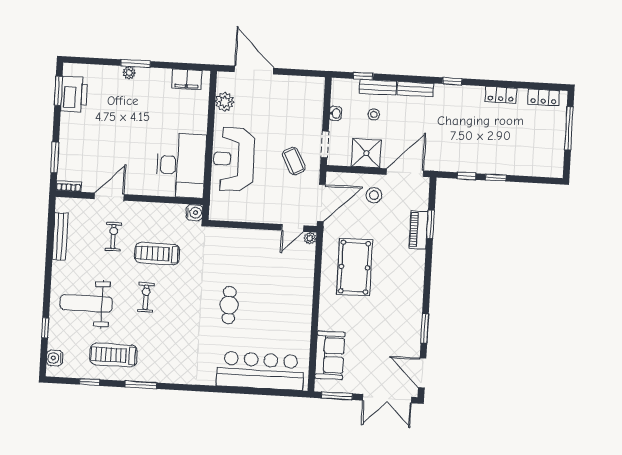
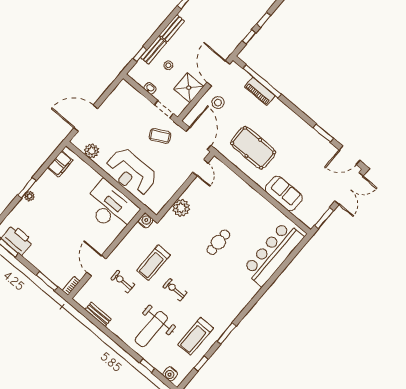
window: (430, 224) -> (262, 81), width x2.11
bench: (60, 236) -> (98, 314), width x0.73
plant: (310, 238) -> (181, 208), moved, width x1.88, depth x1.88
cafe table: (229, 305) -> (218, 242), turned 90
sofa: (330, 355) -> (284, 193), moved

